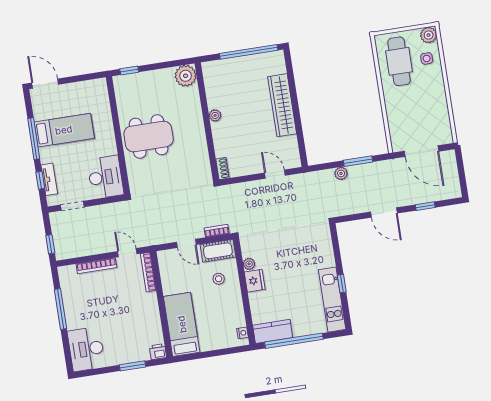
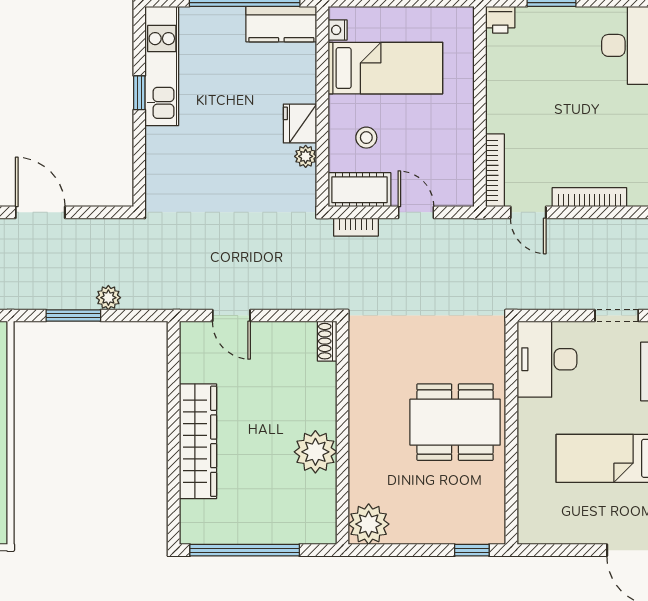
plant: (215, 115) -> (315, 452), width x1.88, depth x1.88
bed: (182, 324) -> (385, 68), moved, turned -90

